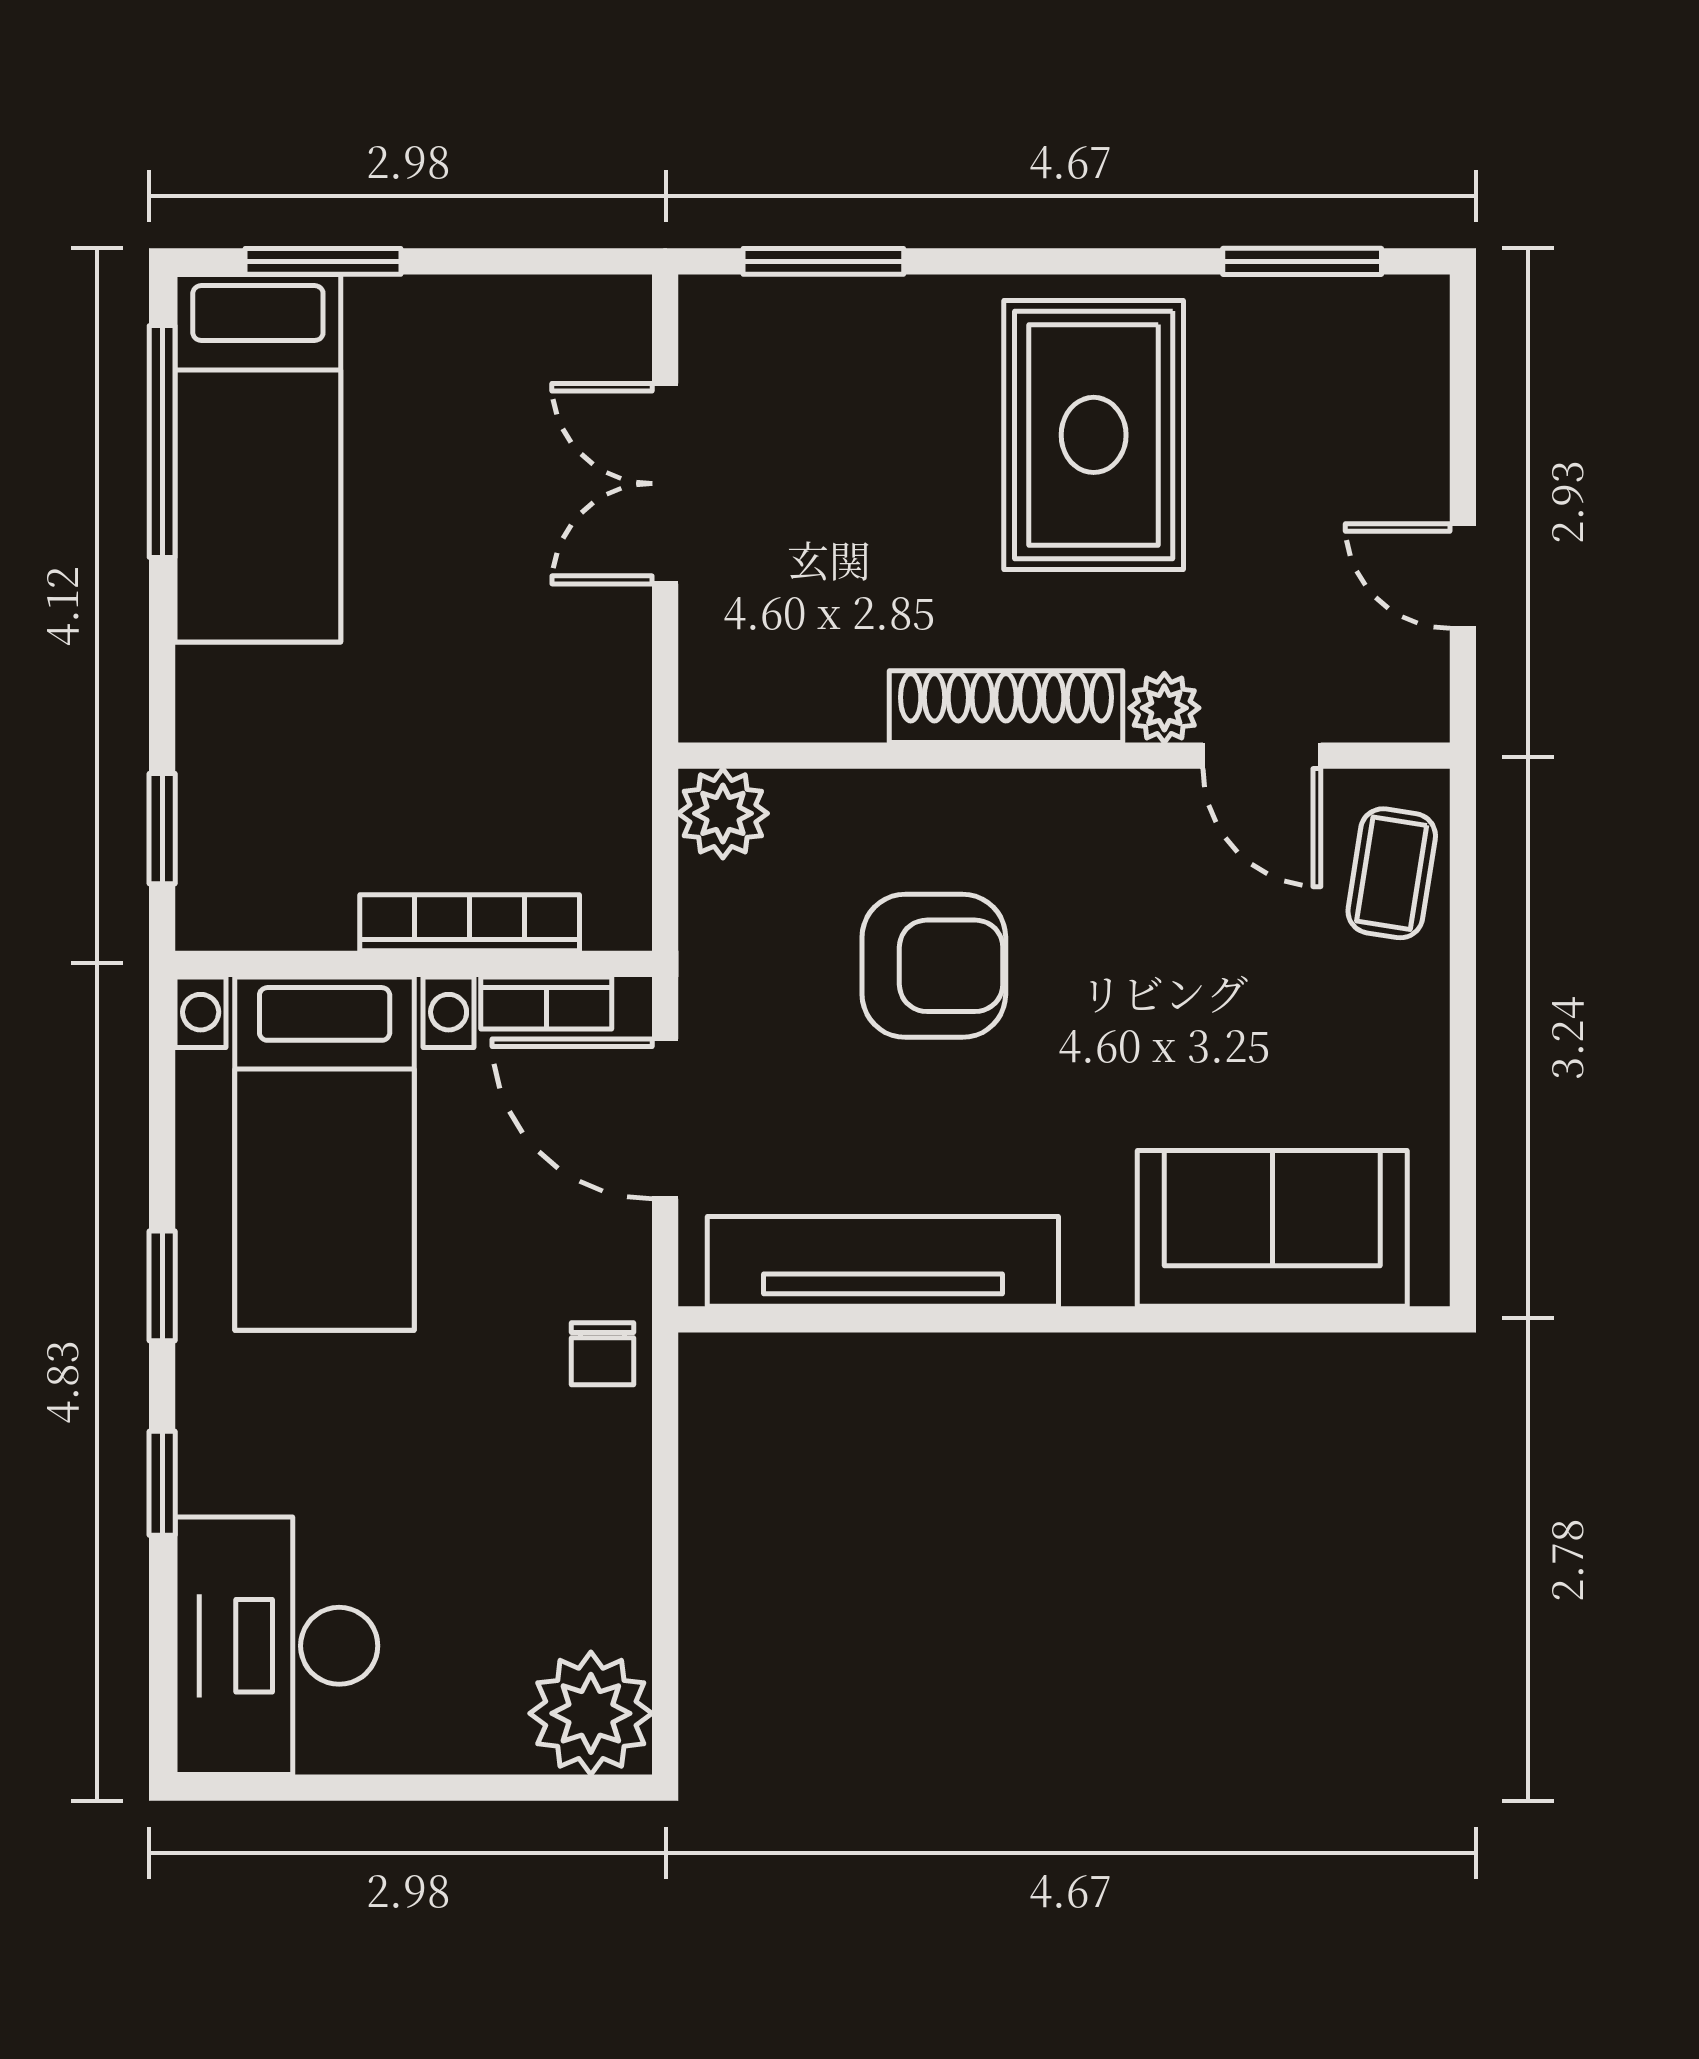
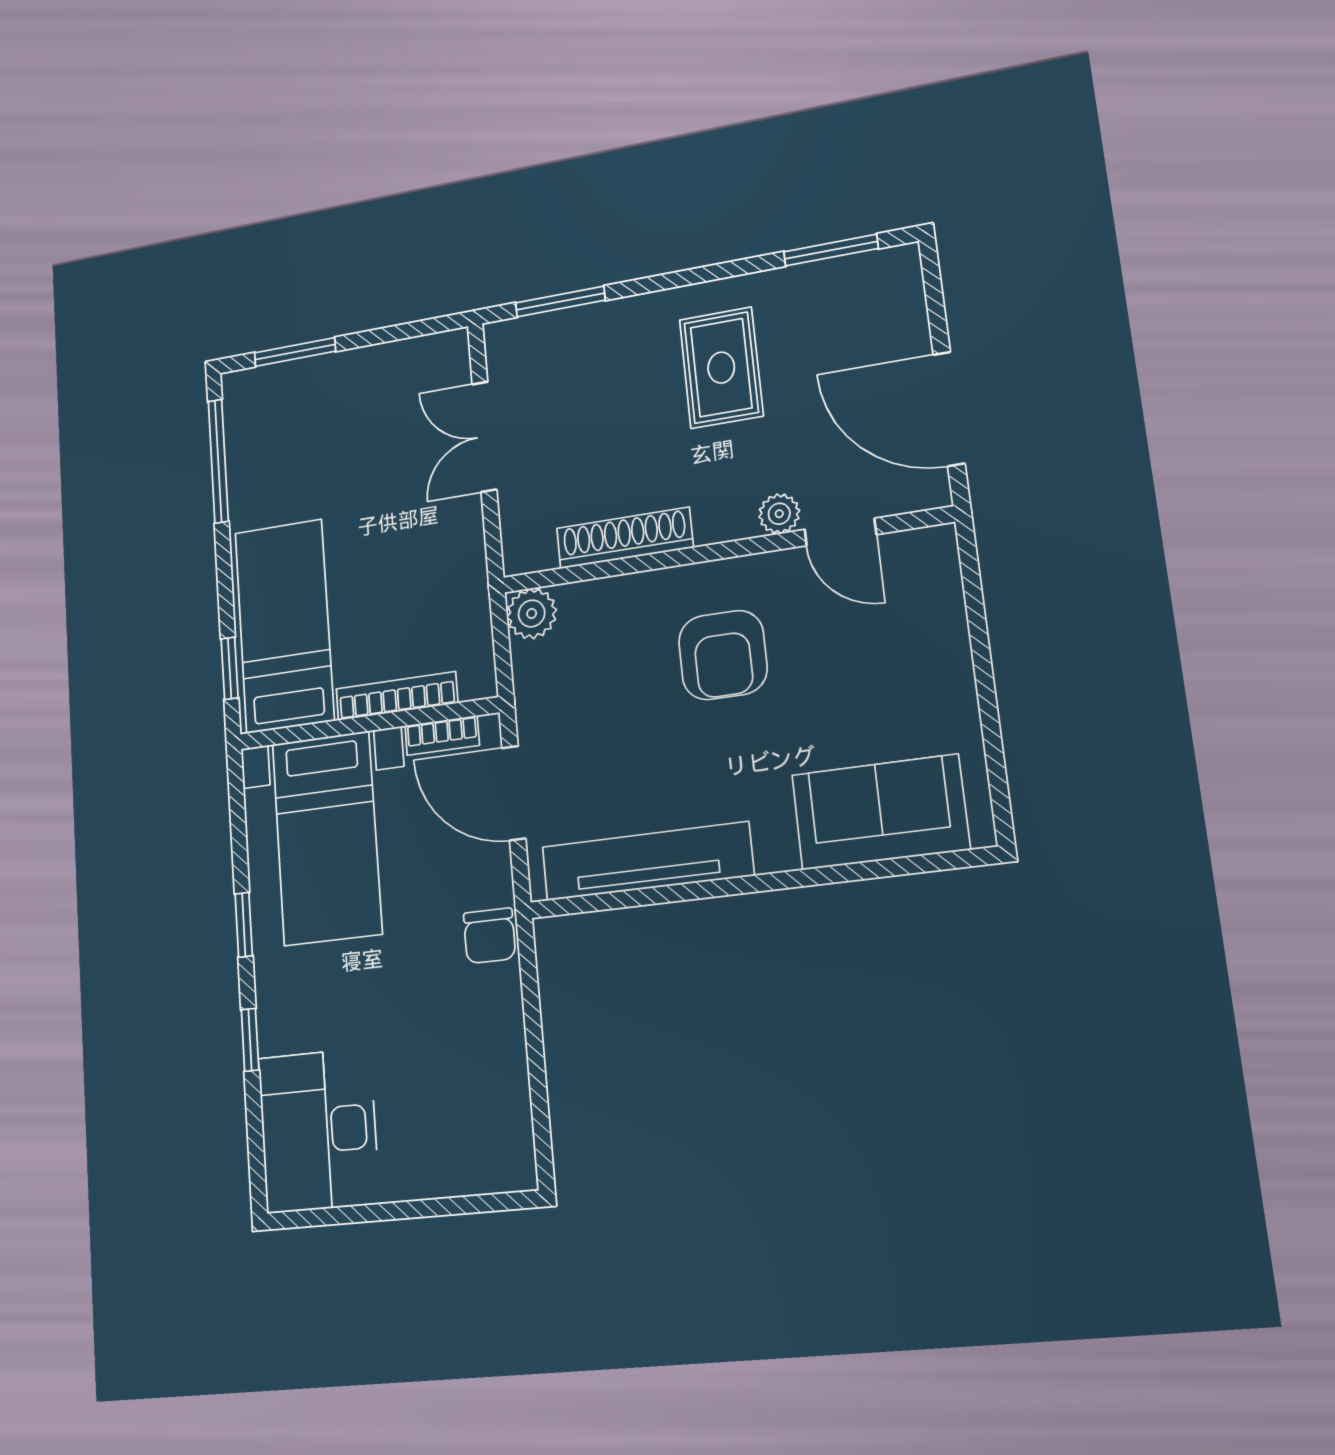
rug: (1094, 435) -> (721, 368), width x0.73, depth x0.70
bed: (258, 458) -> (284, 626), moved, turned 180
door: (1463, 576) -> (949, 409), width x1.88
shoe rack: (1006, 707) -> (625, 538), moved
coffee table: (1392, 873) -> (928, 589), removed
armchair: (934, 966) -> (723, 655), moved, turned 90
chair: (602, 1354) -> (489, 936), width x1.37, depth x1.37
plant: (591, 1713) -> (500, 1155), removed

